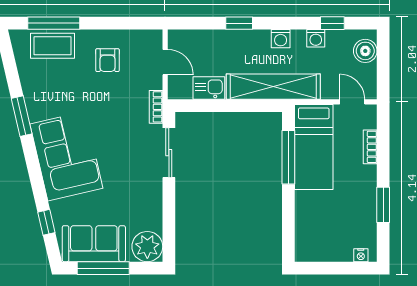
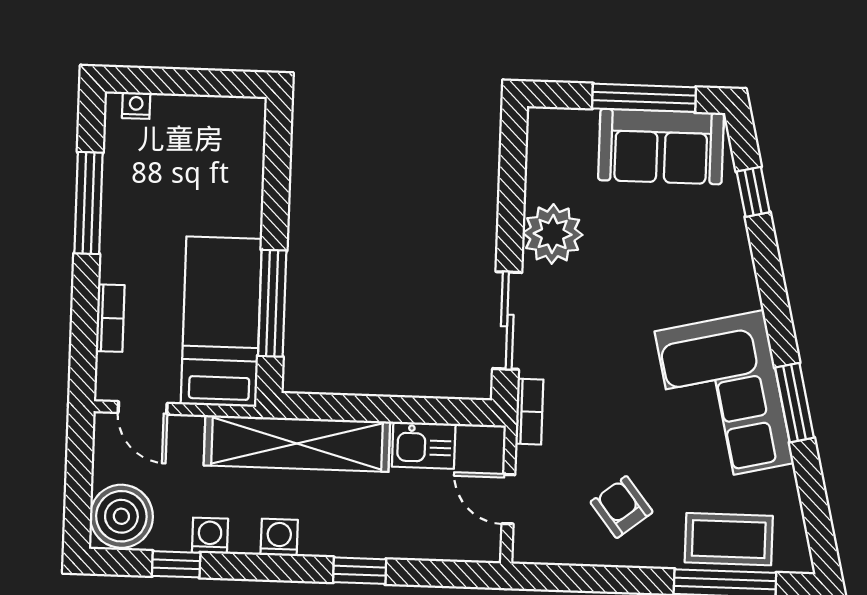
boiler: (365, 51) -> (121, 516), width x1.37, depth x1.37
armchair: (108, 60) -> (622, 507), turned -38
corner sofa: (66, 156) -> (724, 397), moved
window: (383, 205) -> (88, 203), width x1.44
plant: (147, 247) -> (553, 234), moved

